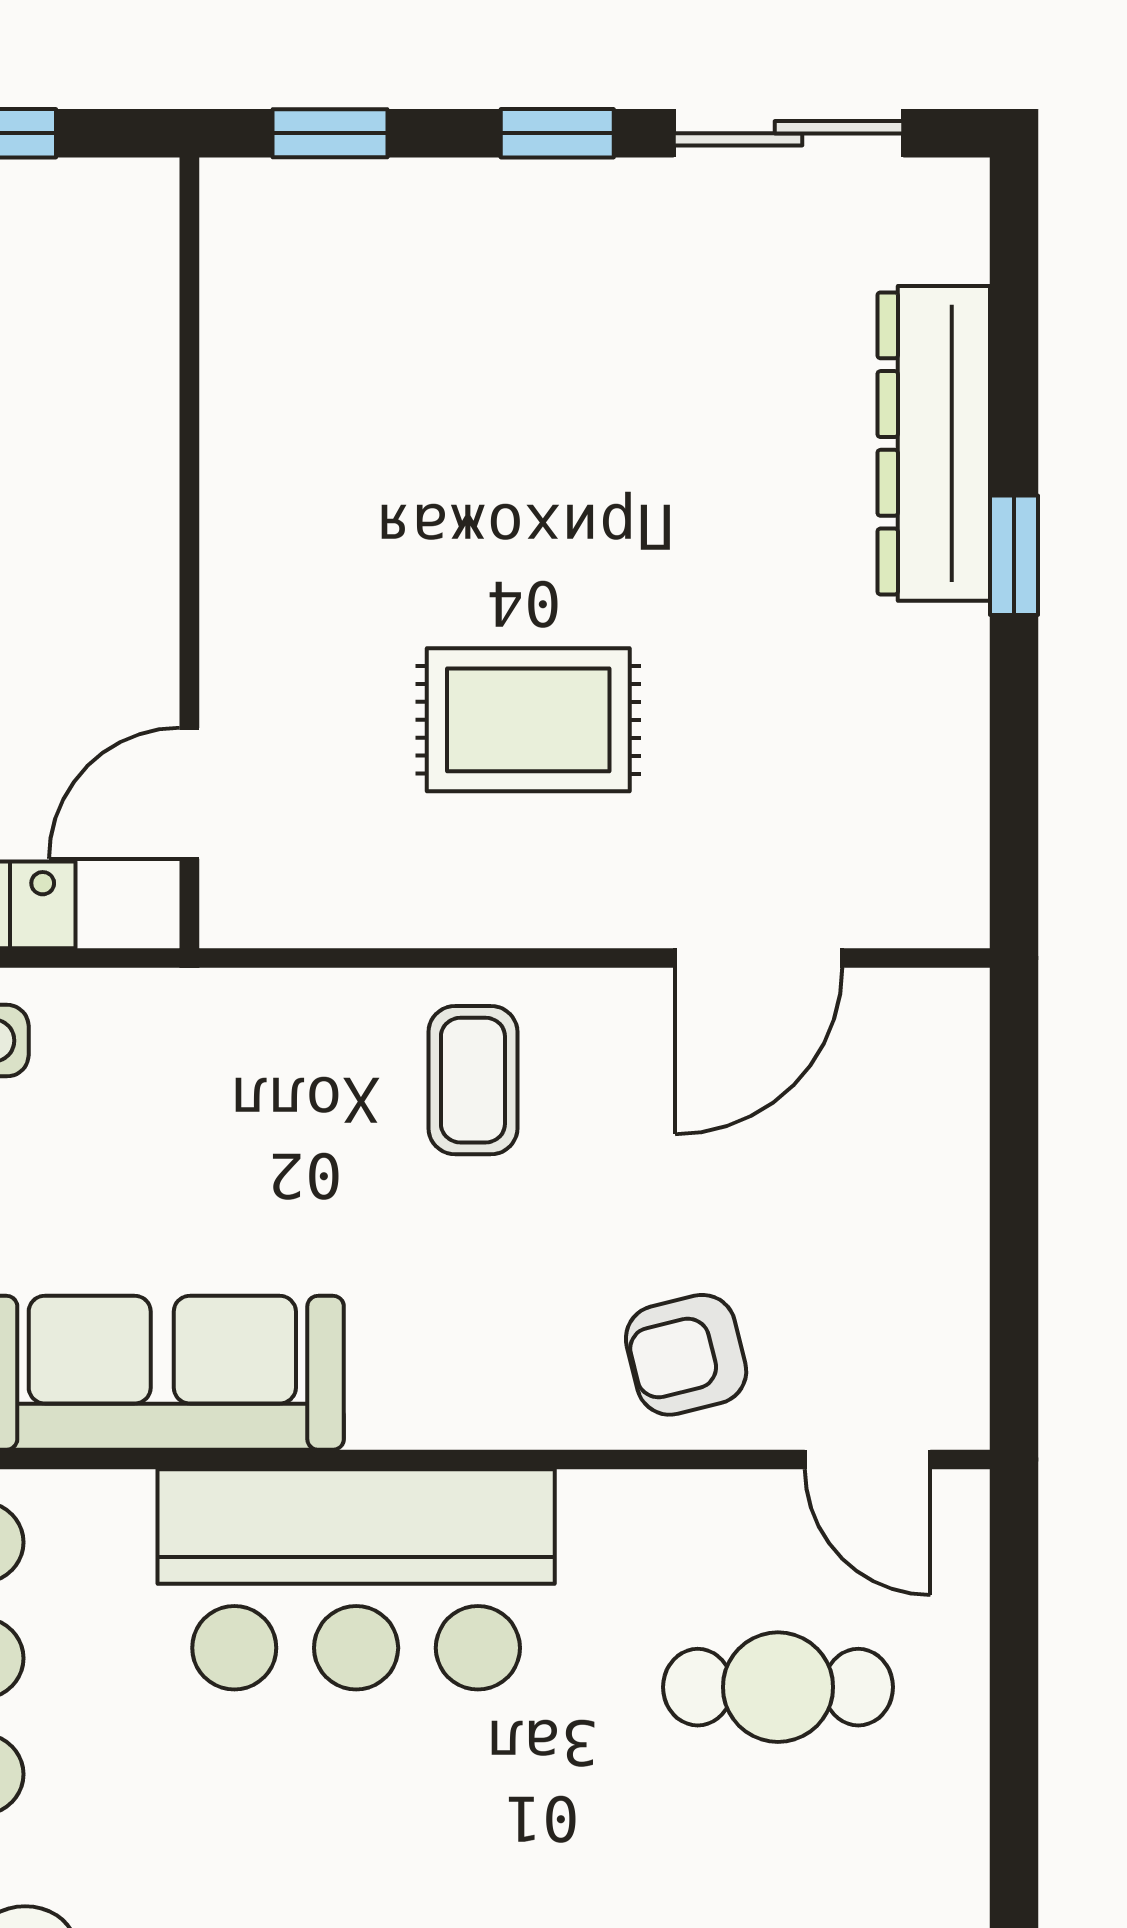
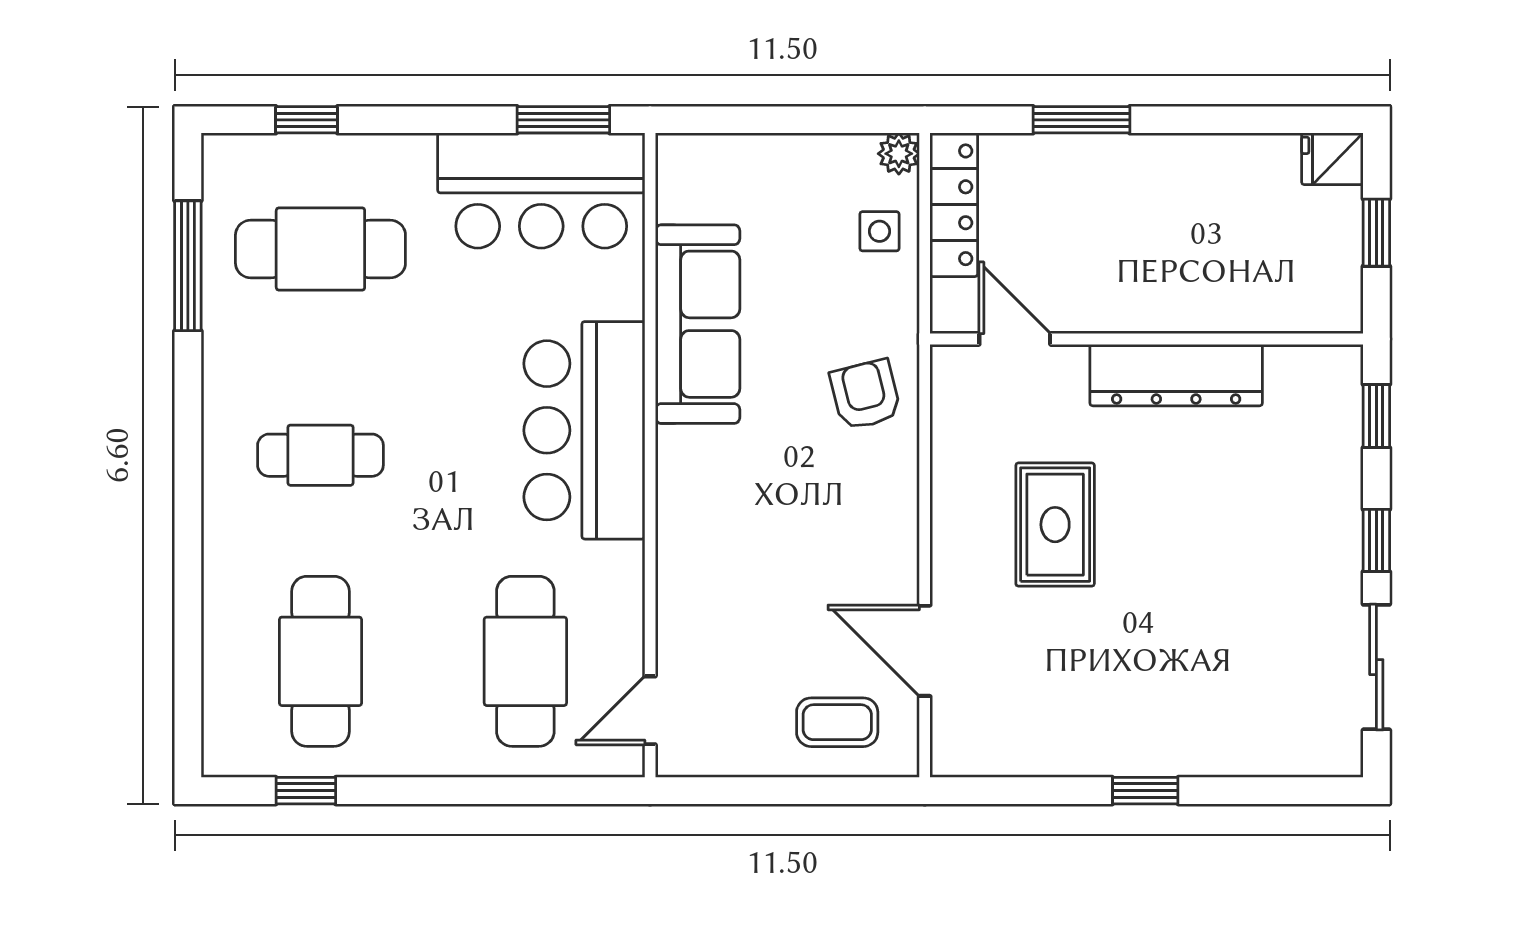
dresser: (934, 443) -> (1176, 375), moved, turned 180
coffee table: (473, 1080) -> (837, 722), moved
armchair: (686, 1355) -> (865, 395), moved
cafe table: (778, 1687) -> (525, 661), width x1.37, depth x1.35

